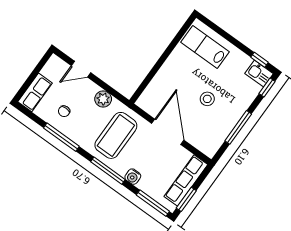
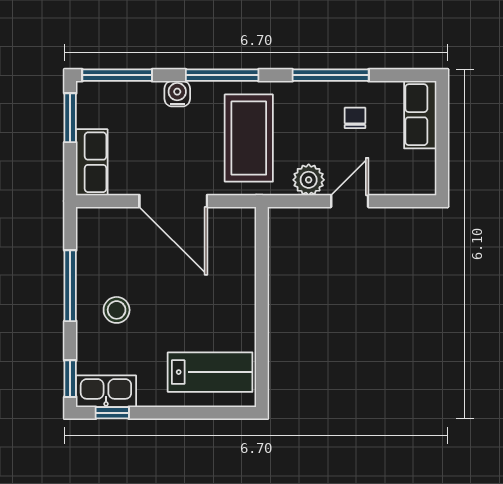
door: (81, 69) -> (350, 201), moved
kitchen sink: (259, 74) -> (106, 391), width x1.38
stool: (207, 99) -> (117, 310), moved
row of seats: (186, 180) -> (92, 162), width x0.68

